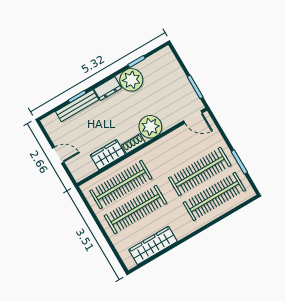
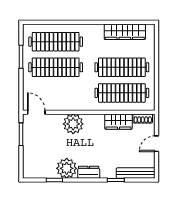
bench: (77, 106) -> (136, 173), moved
shoe rack: (133, 144) -> (143, 118), moved
door: (58, 155) -> (156, 144), hinge flipped

